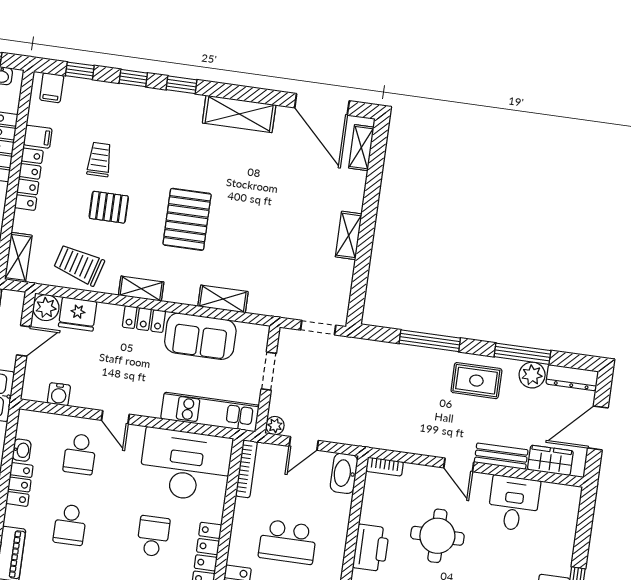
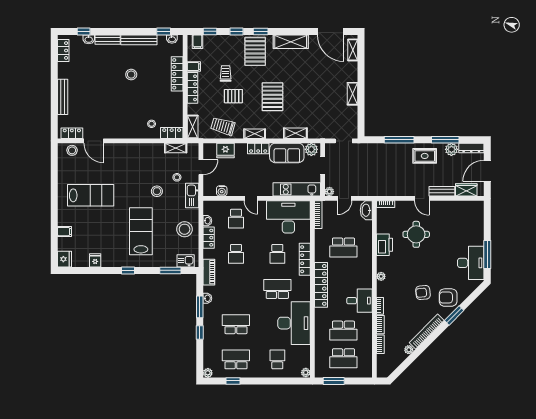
pallet: (165, 123) -> (255, 51), added
plant: (46, 308) -> (311, 149), moved
desk: (514, 503) -> (451, 213), removed
school desk: (153, 536) -> (277, 254), turned 180

